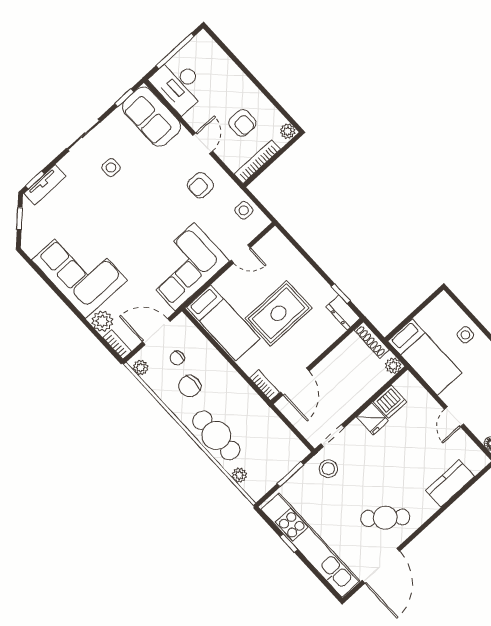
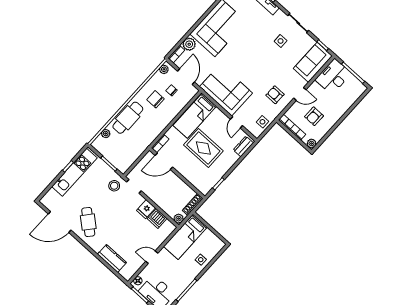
dresser: (343, 313) -> (243, 146), moved
kitchen unit: (310, 545) -> (74, 172), width x0.73

